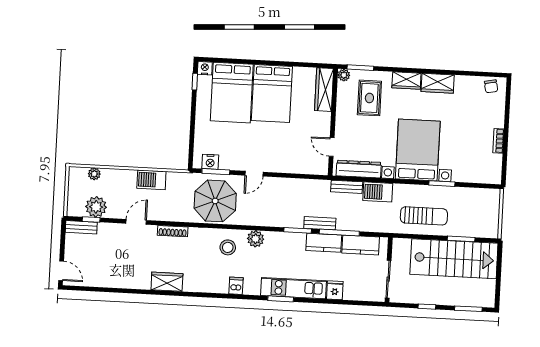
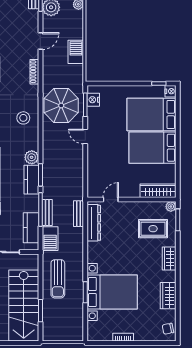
wardrobe: (438, 83) -> (168, 296), moved
bed with nightstands: (418, 150) -> (112, 292), moved
barbecue: (378, 192) -> (50, 239), moved, turned 180
door: (136, 222) -> (40, 41), hinge flipped
bench: (320, 223) -> (47, 212), moved
plant: (256, 239) -> (32, 157), moved
kitchen counter: (324, 243) -> (31, 180), moved

